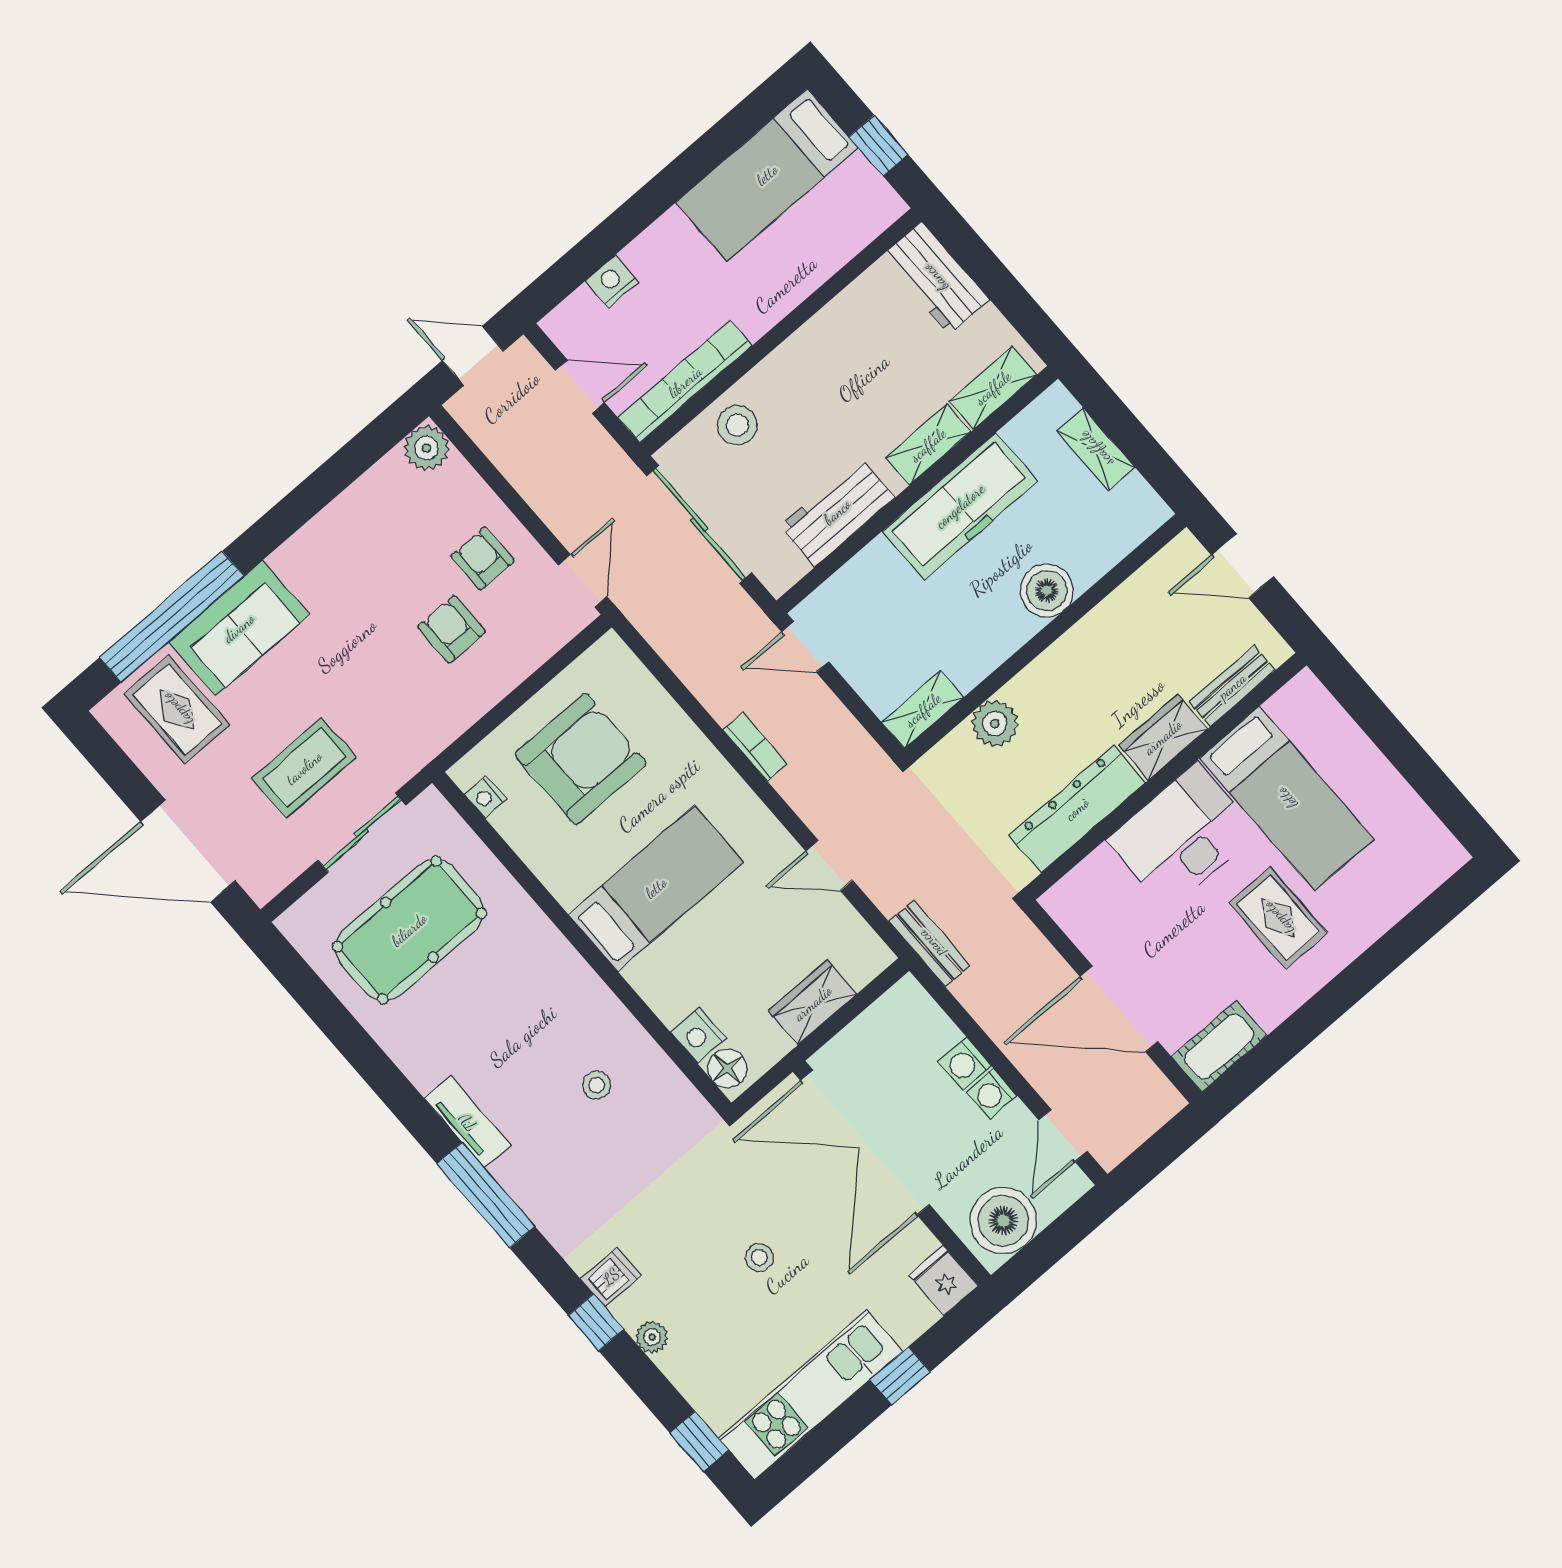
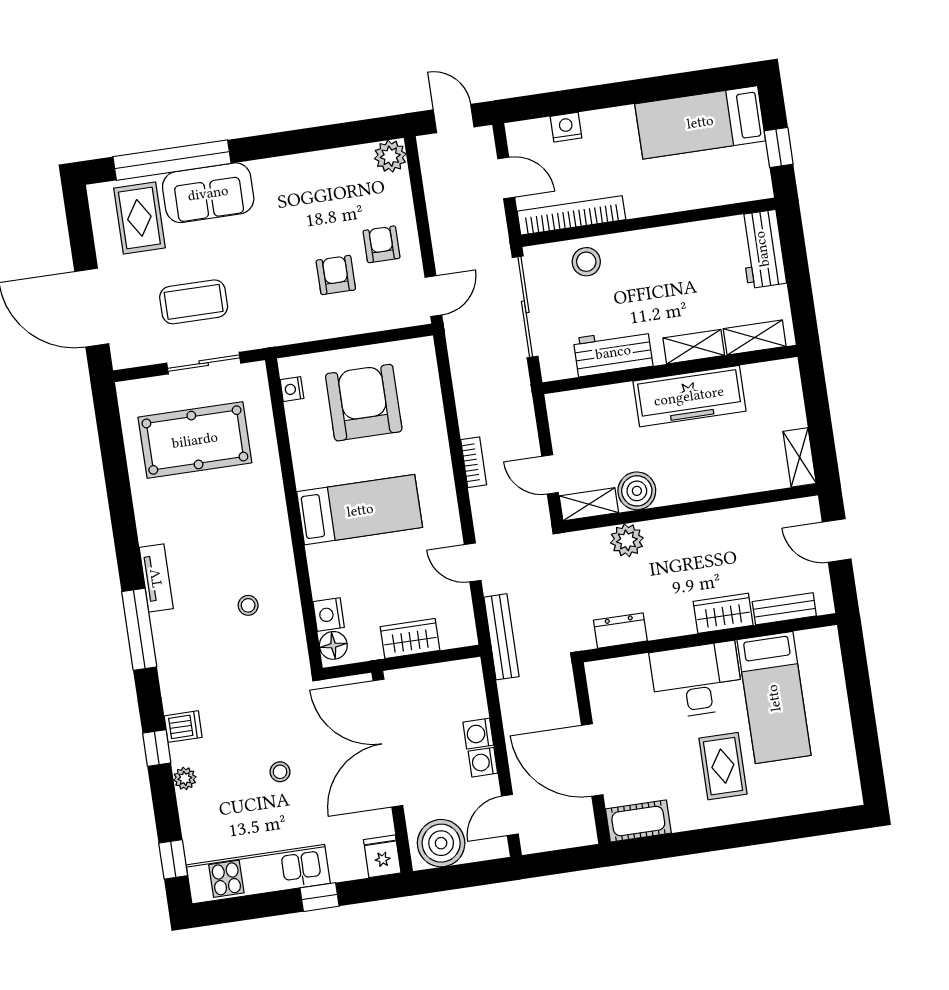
shelving: (1096, 449) -> (800, 457), moved
boiler: (1047, 591) -> (637, 491), moved
door: (805, 647) -> (550, 474), moved
armchair: (581, 759) -> (364, 403), turned -90
dresser: (1077, 809) -> (620, 631), width x0.51, depth x0.80
bench: (930, 944) -> (501, 637), width x1.36

